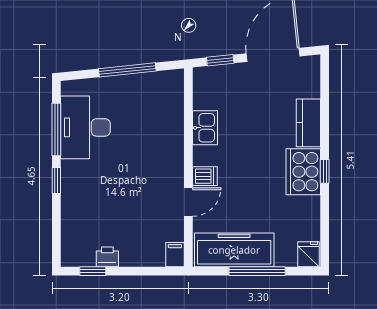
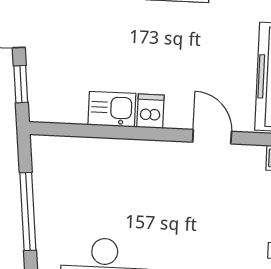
dishwasher: (205, 176) -> (150, 111), moved

